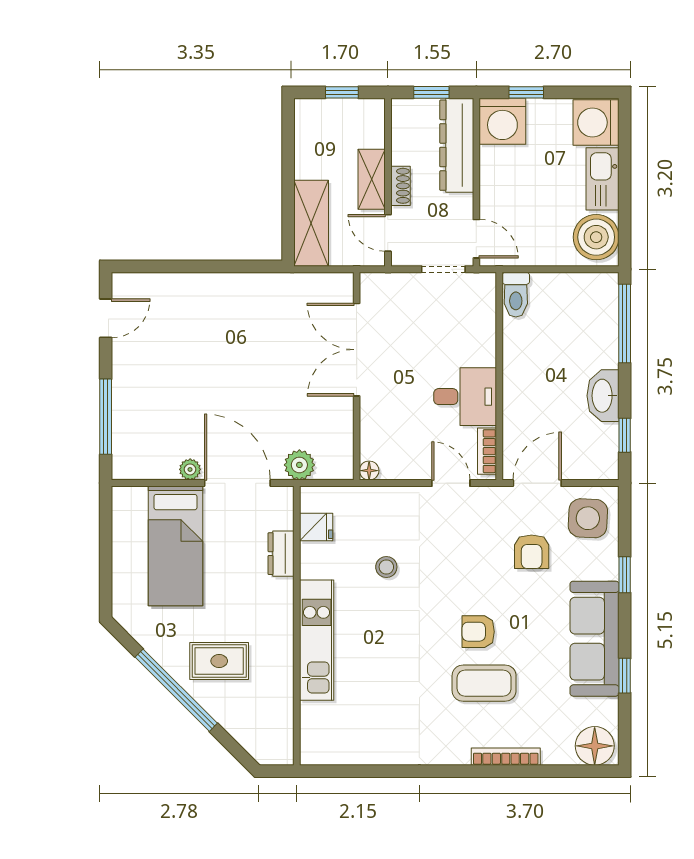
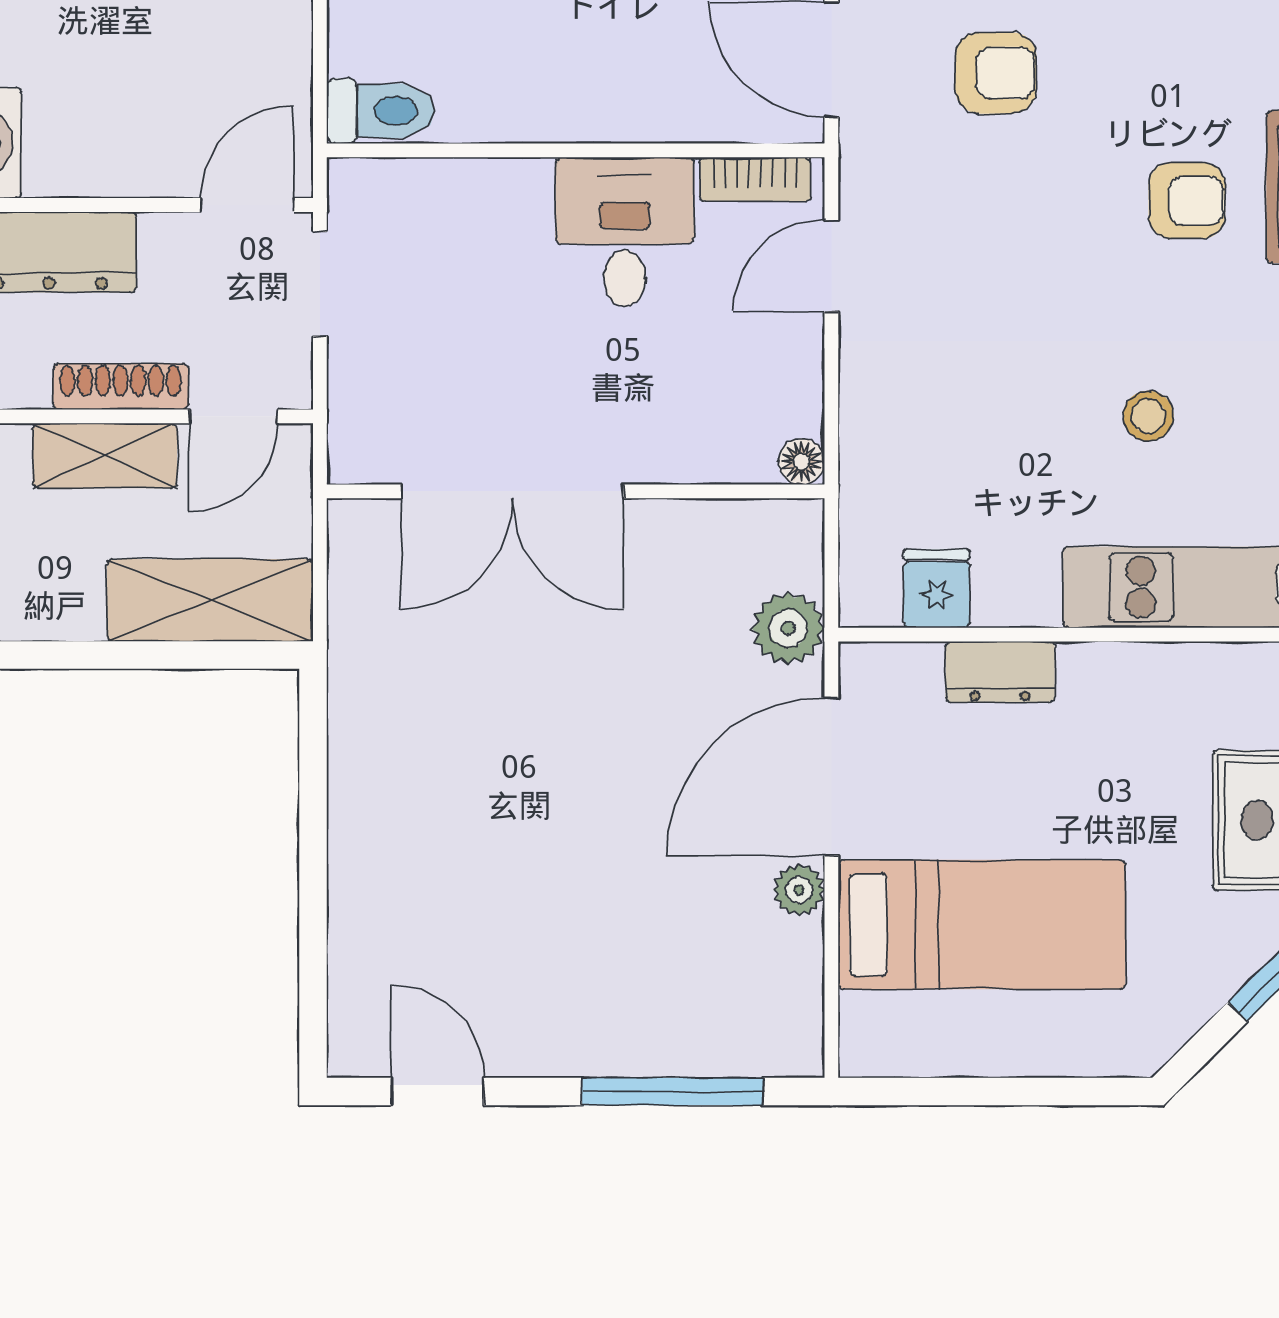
shoe rack: (400, 186) -> (121, 387), width x1.43
stool: (386, 567) -> (1148, 416), moved
armchair: (478, 632) -> (1187, 201), turned -90

